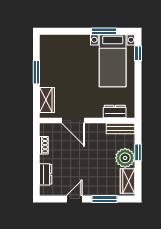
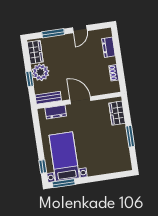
window: (104, 31) -> (64, 183), moved
door: (73, 120) -> (80, 100), moved

